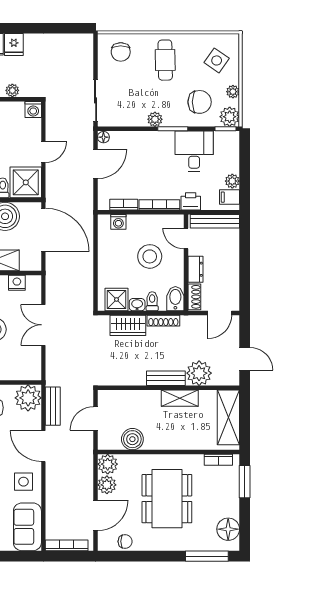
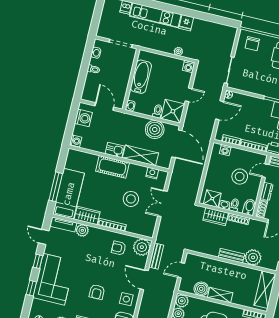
plant: (155, 119) -> (264, 91), removed
door: (186, 238) -> (265, 171), hinge flipped
shelving: (180, 398) -> (220, 295), moved

